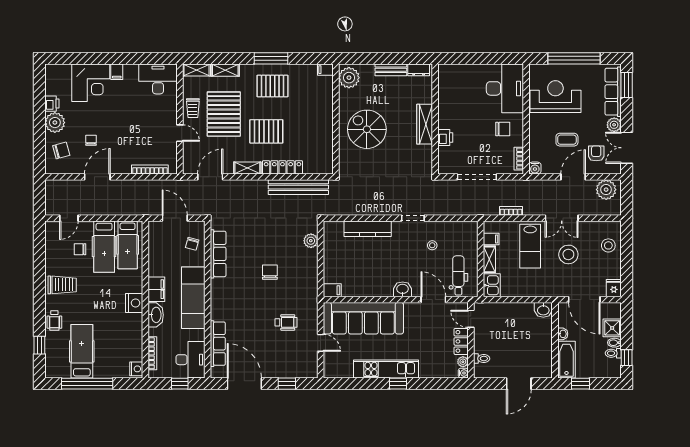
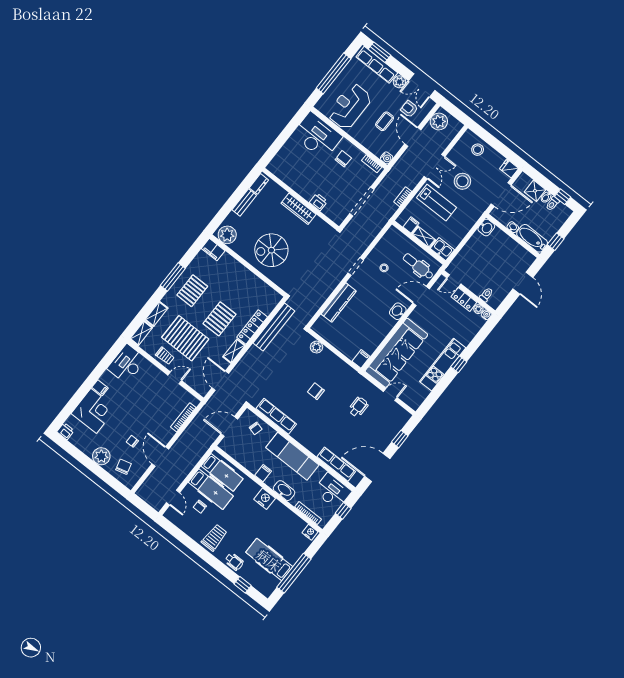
filing cabinet: (325, 70) -> (213, 250), width x2.00
printer: (52, 104) -> (66, 431), moved
filing cabinet: (156, 289) -> (263, 473), width x0.50

